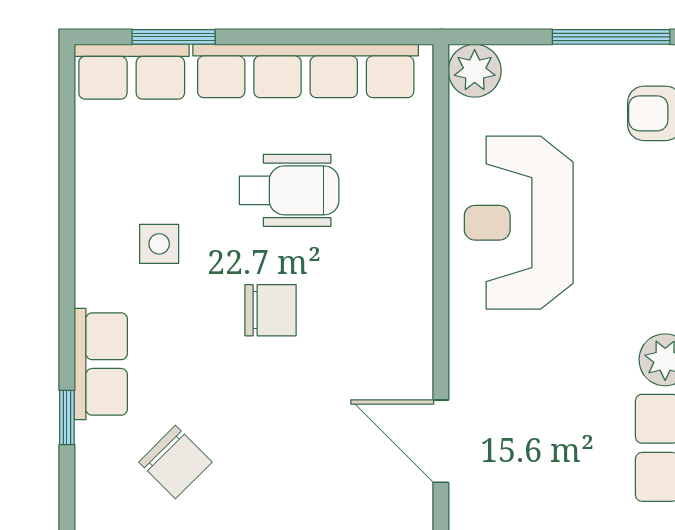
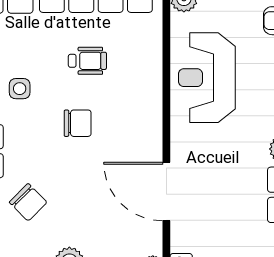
wheelchair: (289, 190) -> (87, 61), width x0.73, depth x0.73
door: (441, 441) -> (166, 191), width x1.36

